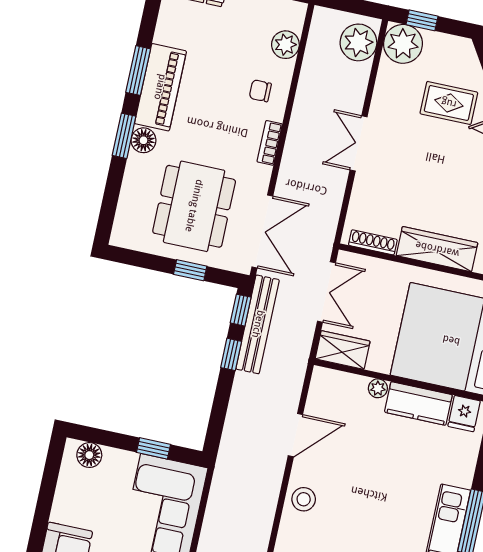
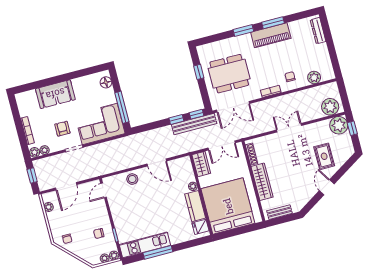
floor lamp: (143, 140) -> (246, 39), removed
window: (190, 270) -> (199, 72), moved
window: (153, 448) -> (122, 107), width x2.17

